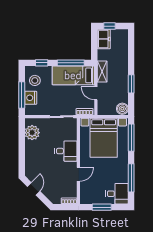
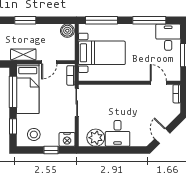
window: (131, 84) -> (25, 20), moved
window: (22, 95) -> (51, 150), width x0.46
nightstand: (31, 98) -> (67, 139), moved
bed with nightstands: (104, 138) -> (102, 53), width x0.73
desk: (66, 151) -> (118, 133), moved, turned 180
door: (78, 174) -> (158, 83), moved
door: (34, 189) -> (162, 136), hinge flipped

